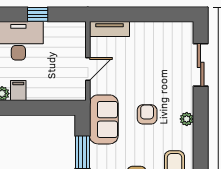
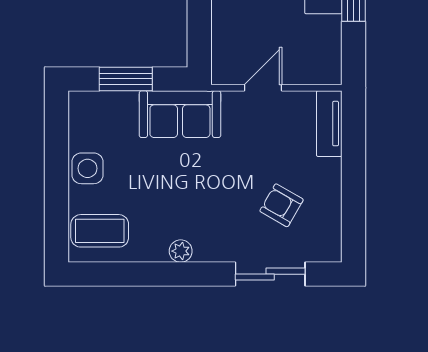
door: (88, 69) -> (263, 88), swing flipped
armchair: (147, 114) -> (282, 205), moved, turned -150

